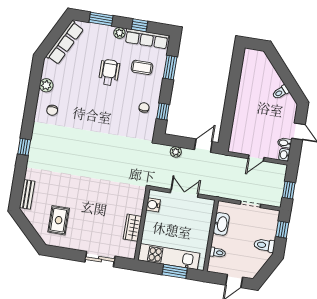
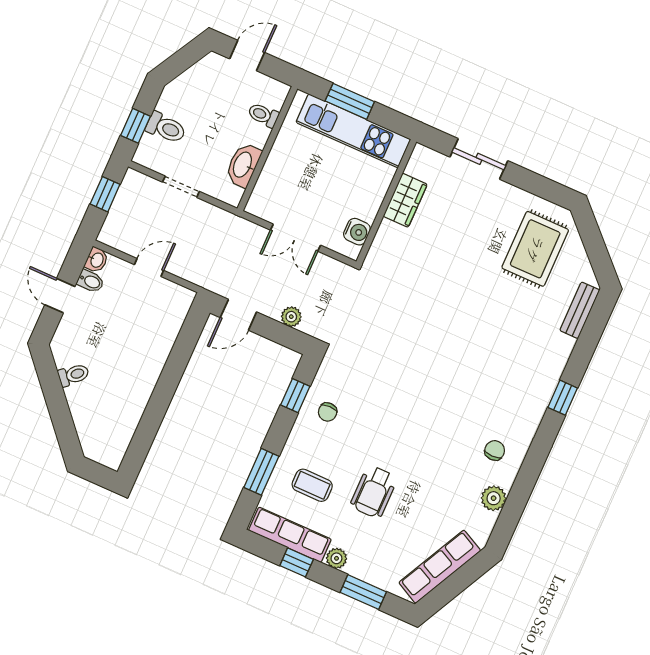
rug: (59, 220) -> (535, 249), width x1.36, depth x1.43
toilet: (264, 245) -> (166, 128), moved

